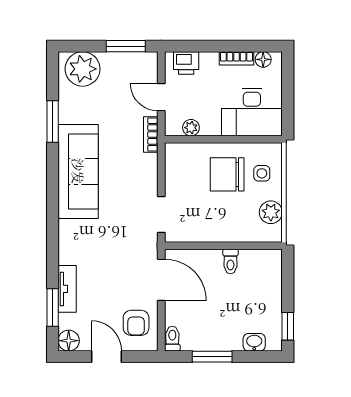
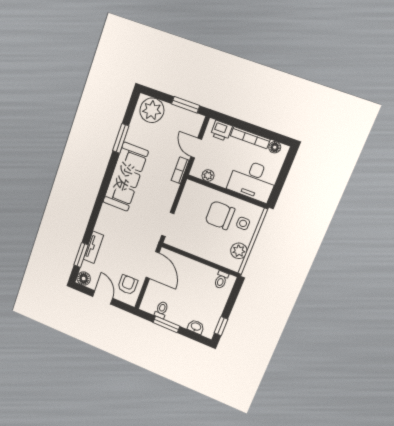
bookcase: (237, 58) -> (250, 138), width x1.56
toilet: (230, 261) -> (221, 280), moved
armchair: (136, 323) -> (128, 285), turned 180
toilet: (172, 339) -> (161, 310), moved

